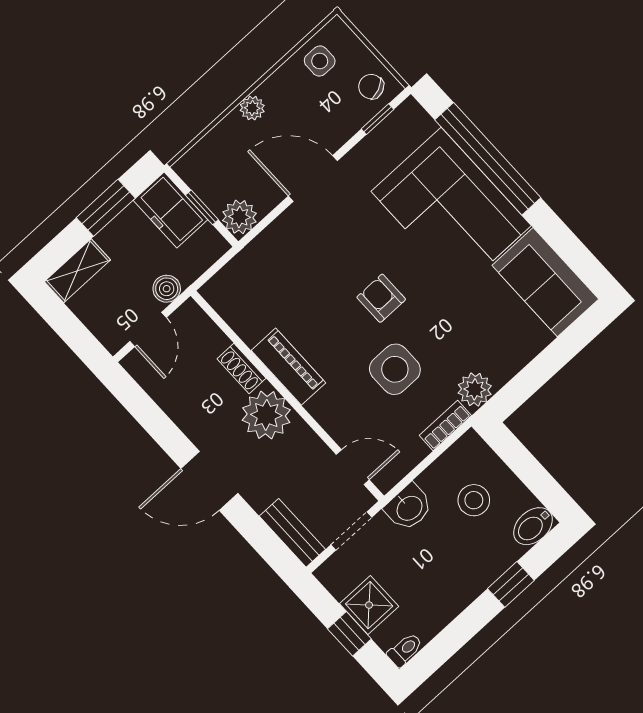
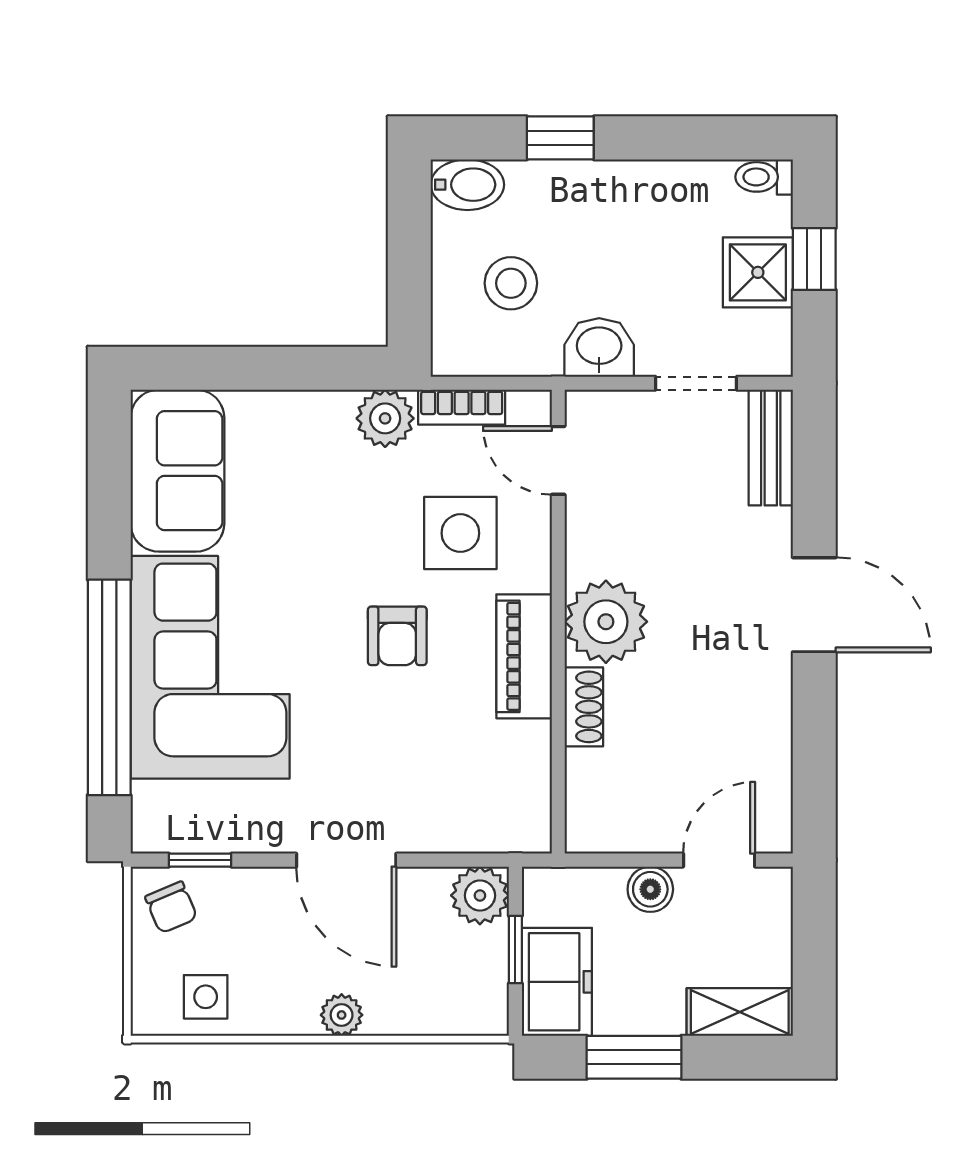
piano: (288, 367) -> (524, 656), moved
shoe rack: (242, 368) -> (584, 707), moved
wall: (287, 396) -> (558, 622), moved
plant: (266, 415) -> (606, 622), moved
door: (353, 467) -> (558, 460), moved

